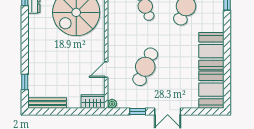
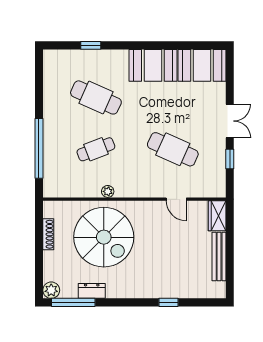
window: (25, 82) -> (169, 302), moved
bench: (47, 103) -> (219, 256), moved
plant: (112, 104) -> (108, 191), moved

